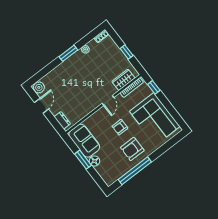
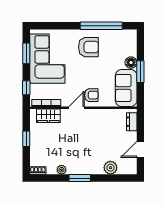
plant: (39, 87) -> (110, 168), moved
window: (172, 111) -> (26, 53), added
armchair: (120, 127) -> (91, 95), moved

